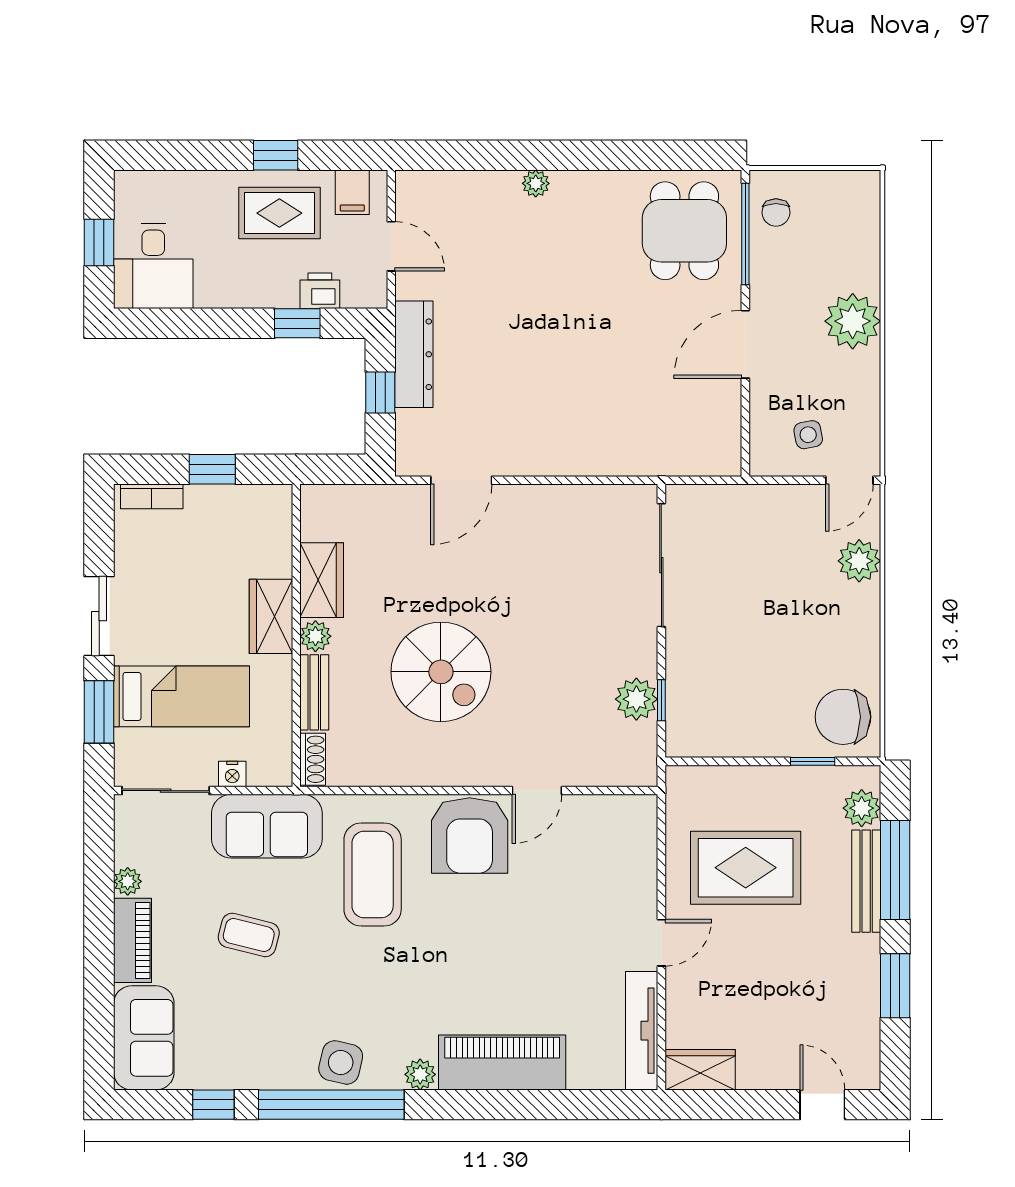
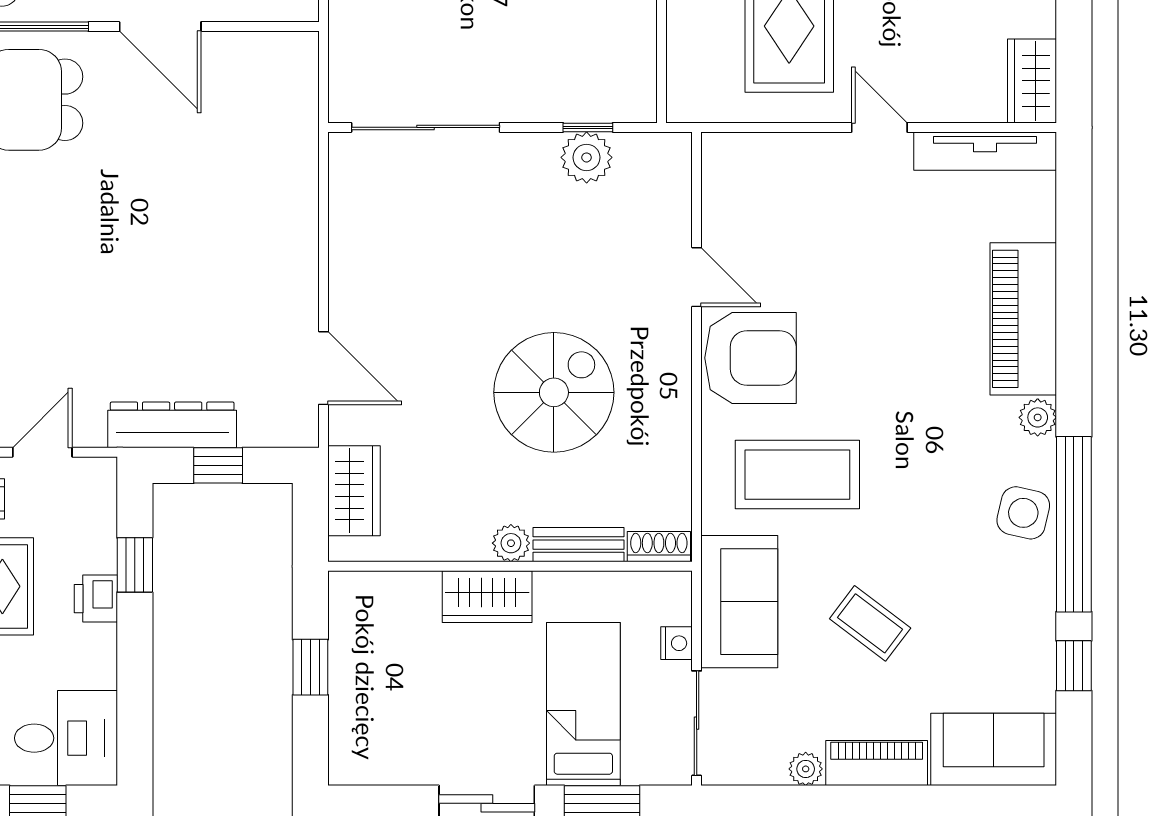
printer: (320, 291) -> (96, 599), moved
bookcase: (152, 496) -> (343, 740), removed
wardrobe: (322, 580) -> (354, 491), moved, turned 90
coffee table: (249, 935) -> (870, 623), turned -67

